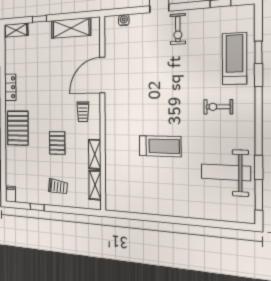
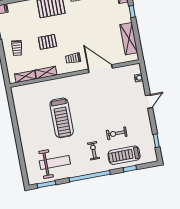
exercise bike: (178, 29) -> (117, 133), moved
treadmill: (234, 59) -> (124, 155), turned 180
treadmill: (160, 146) -> (62, 118), width x1.37, depth x1.38
weight bench: (226, 172) -> (55, 162), turned 90

